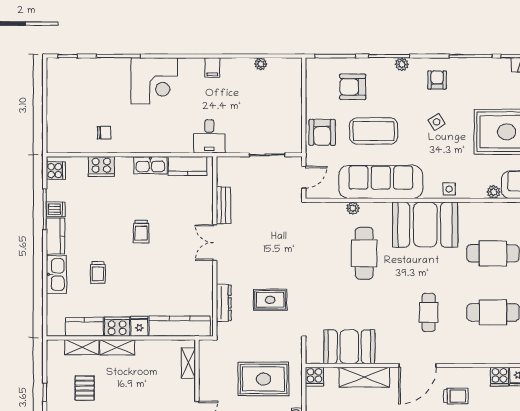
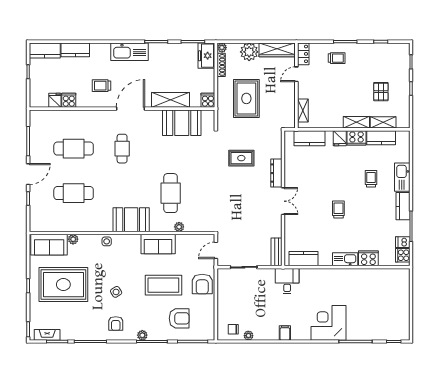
armchair: (322, 132) -> (202, 284), turned 180
chair: (104, 133) -> (233, 329), moved
kitchen sink: (150, 165) -> (345, 259), moved
sofa: (381, 182) -> (158, 244), width x0.54, depth x0.79
bench: (223, 205) -> (276, 252), moved
dishwasher: (56, 209) -> (403, 242), moved
booth: (425, 225) -> (131, 220), width x0.73, depth x0.70
dresser: (224, 303) -> (276, 173), moved
kitchen counter: (180, 326) -> (309, 138), width x0.67
rug: (263, 379) -> (246, 98), turned 90

